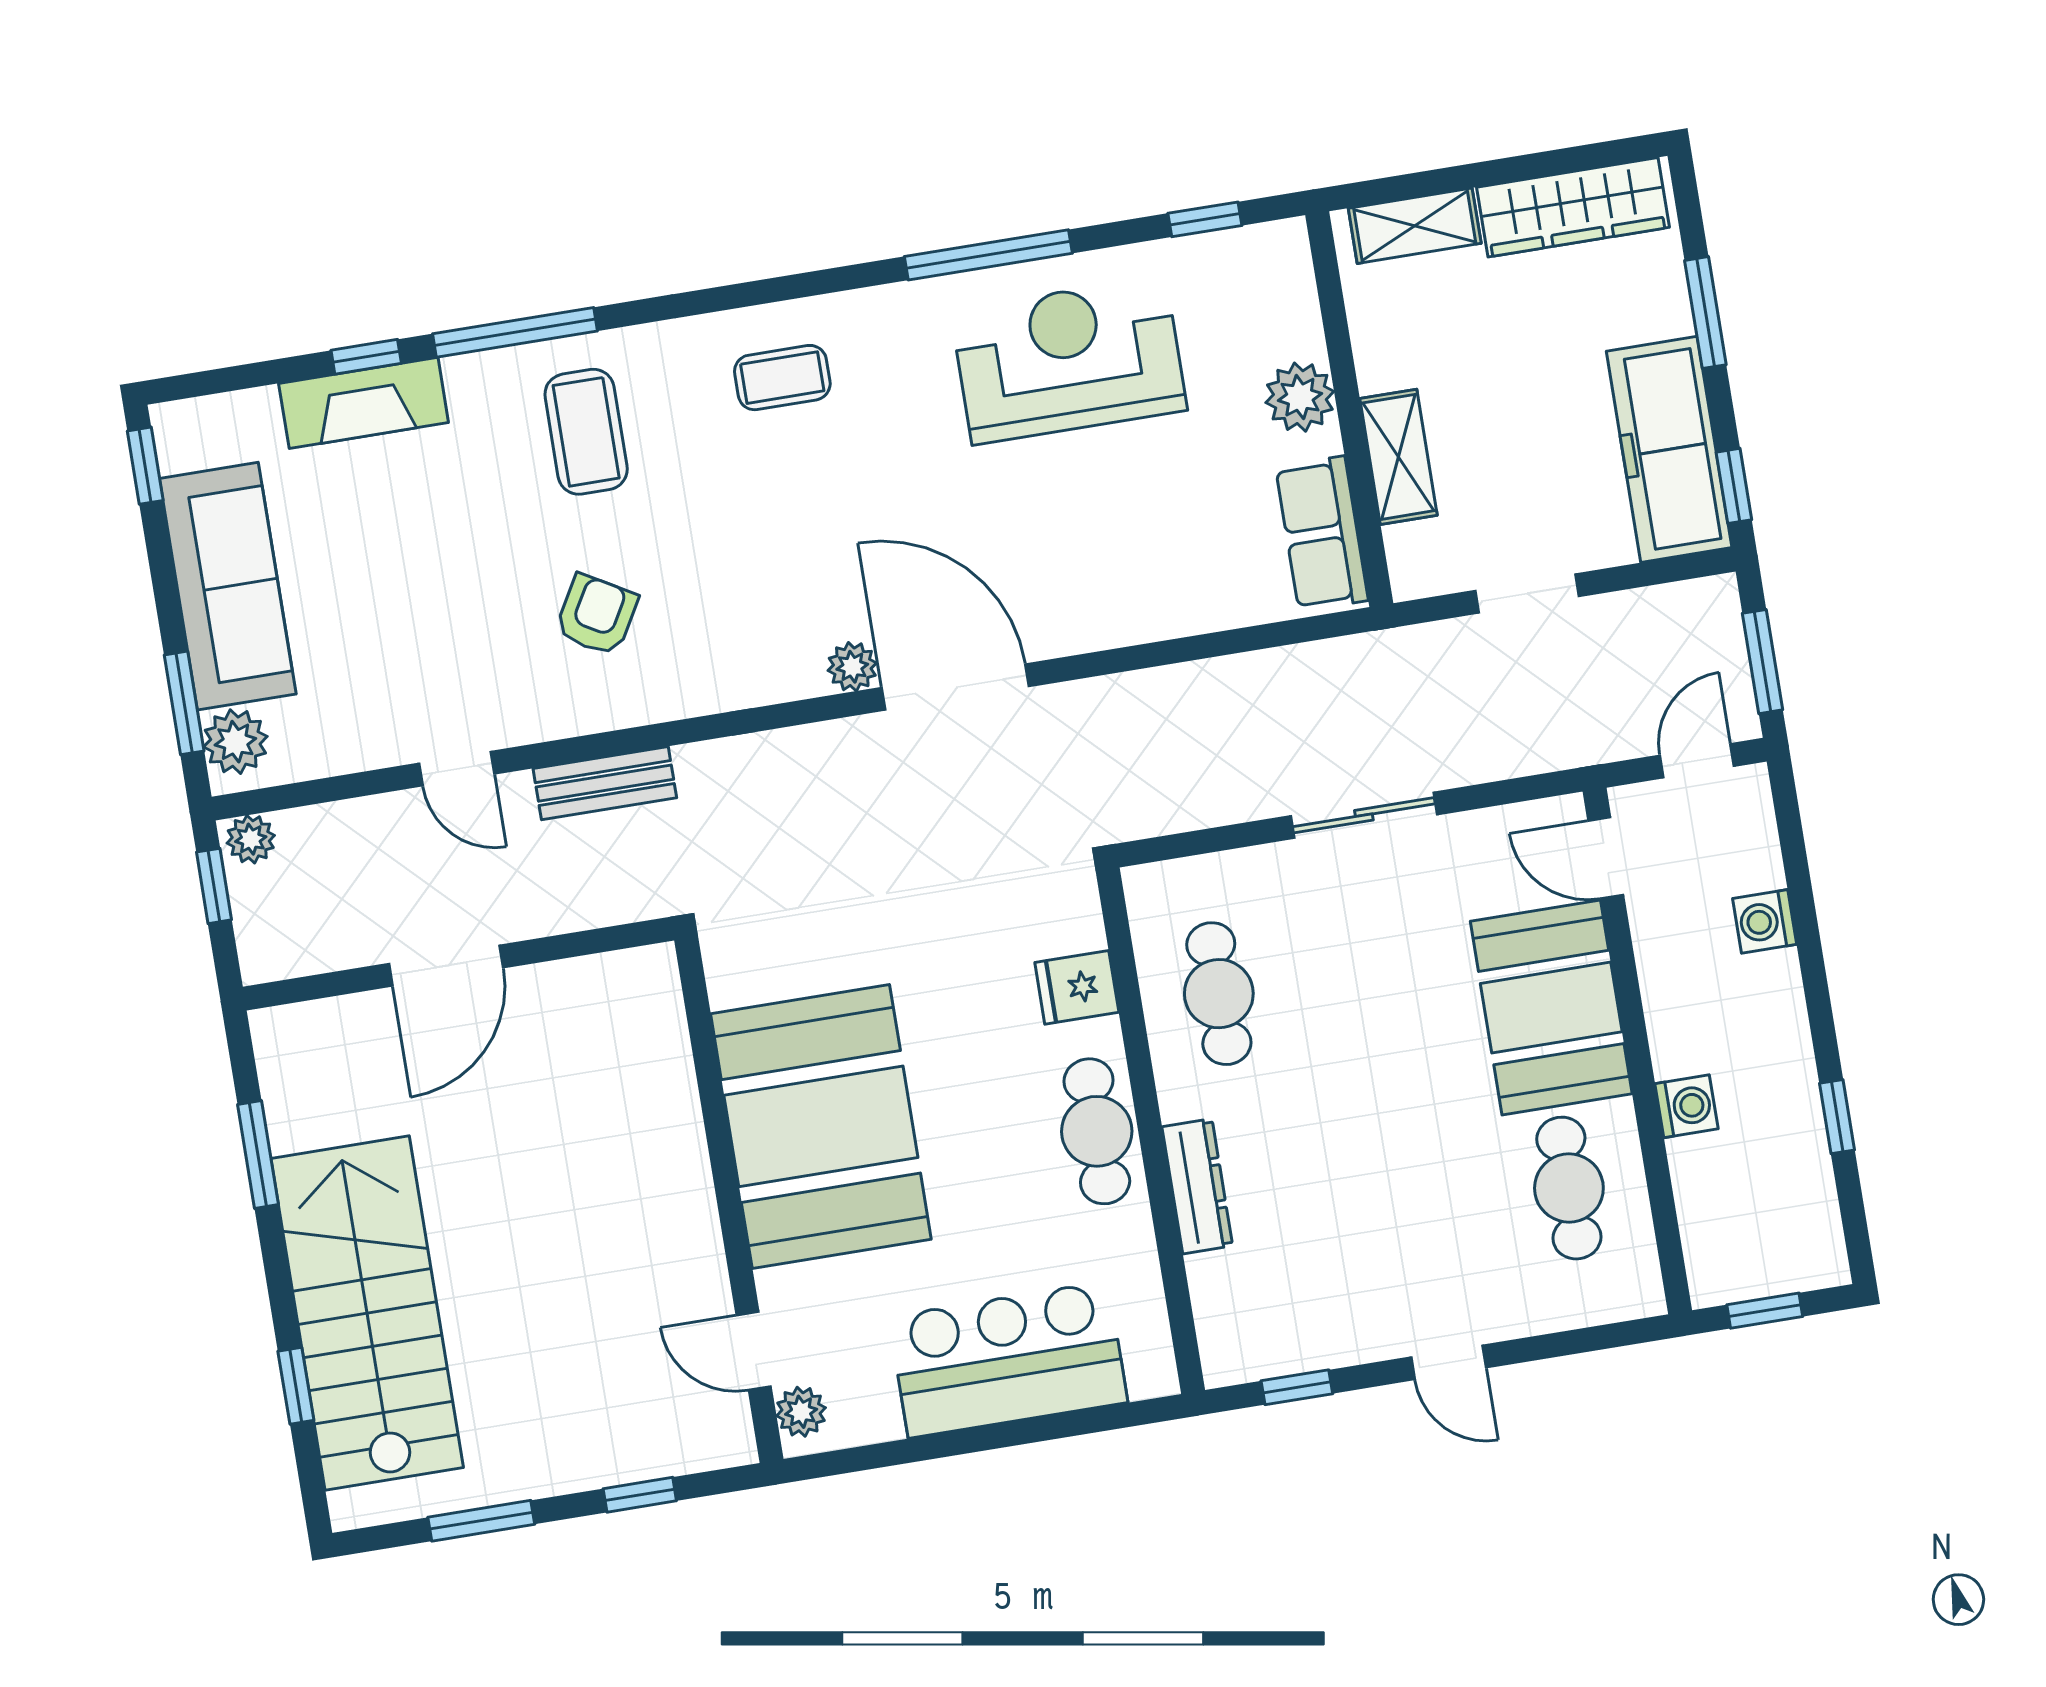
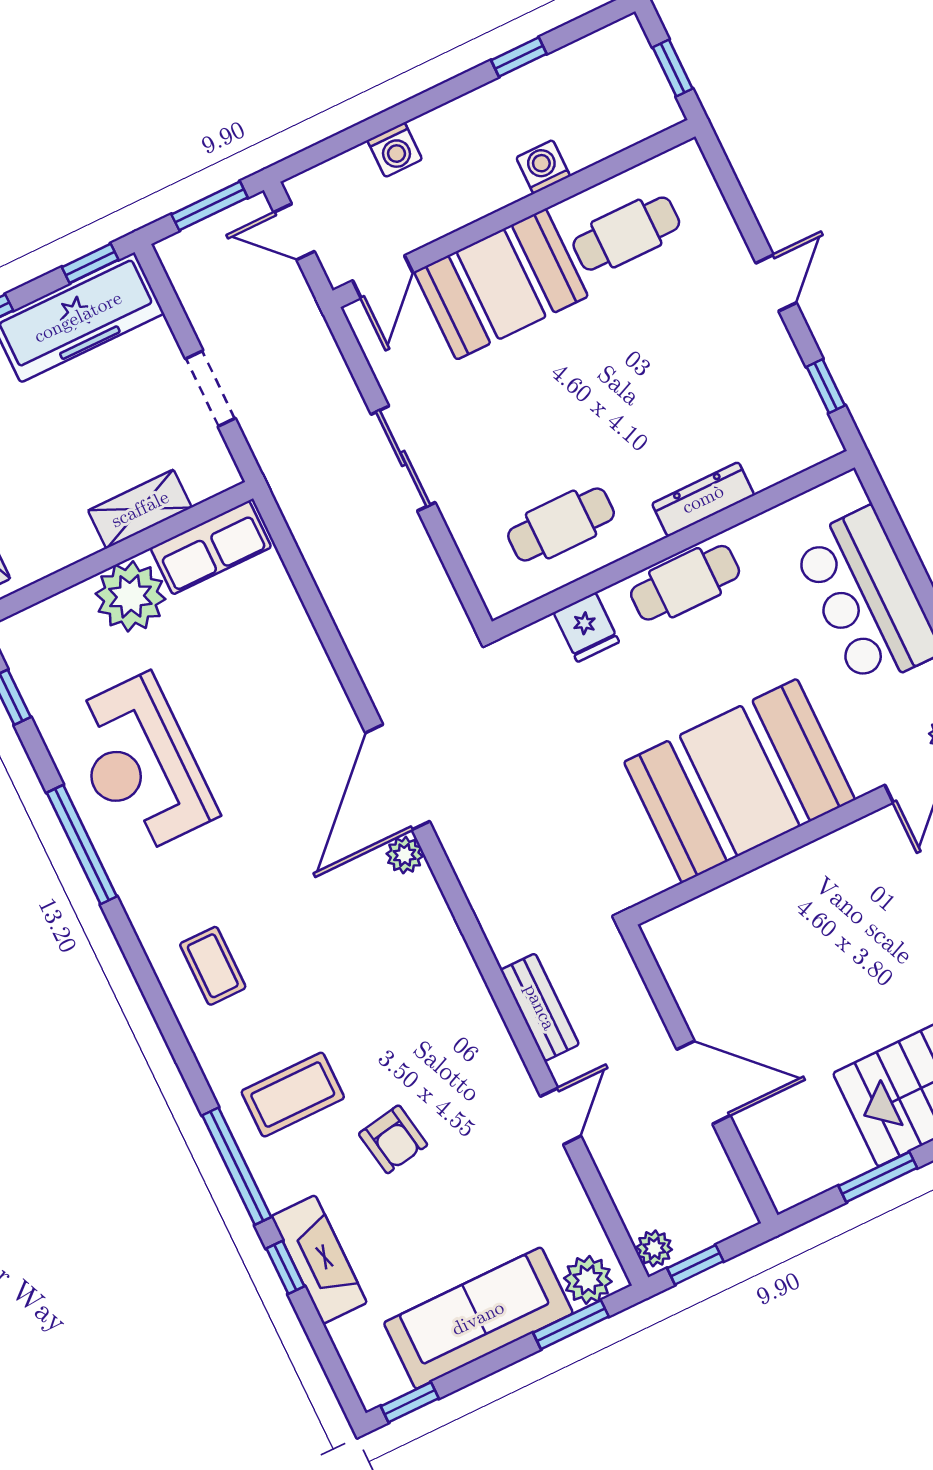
plant: (1300, 397) -> (130, 596), width x1.36, depth x1.36
armchair: (596, 615) -> (393, 1139), moved, turned -130

